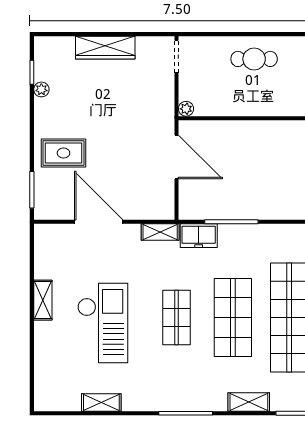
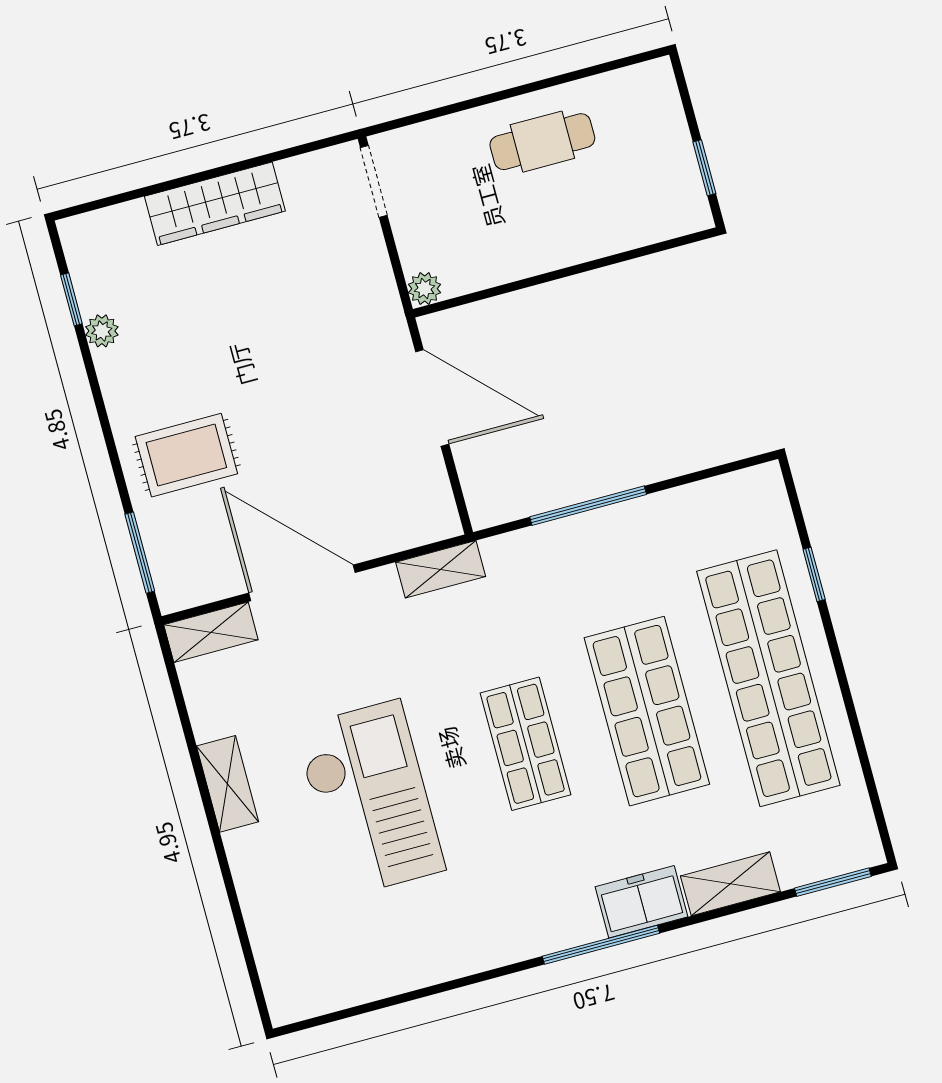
freezer: (199, 236) -> (641, 902), moved, turned 180
shelving: (101, 402) -> (211, 632), moved

